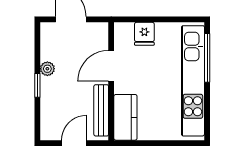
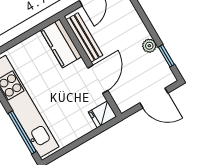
fridge: (144, 34) -> (102, 114), moved, turned -90
window: (37, 85) -> (166, 56), moved

